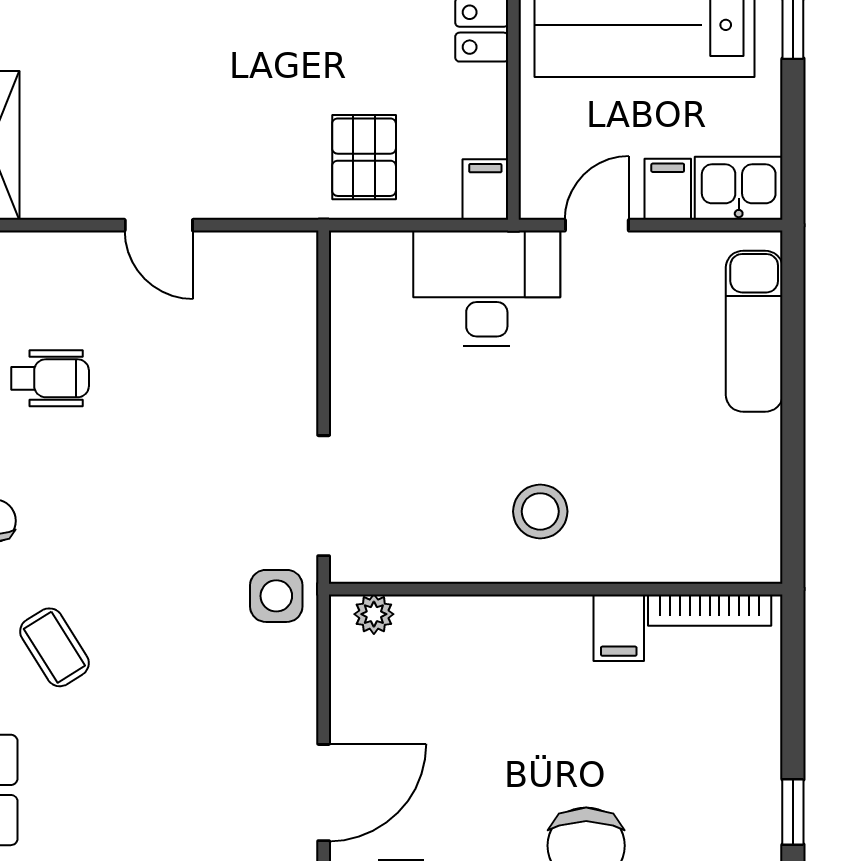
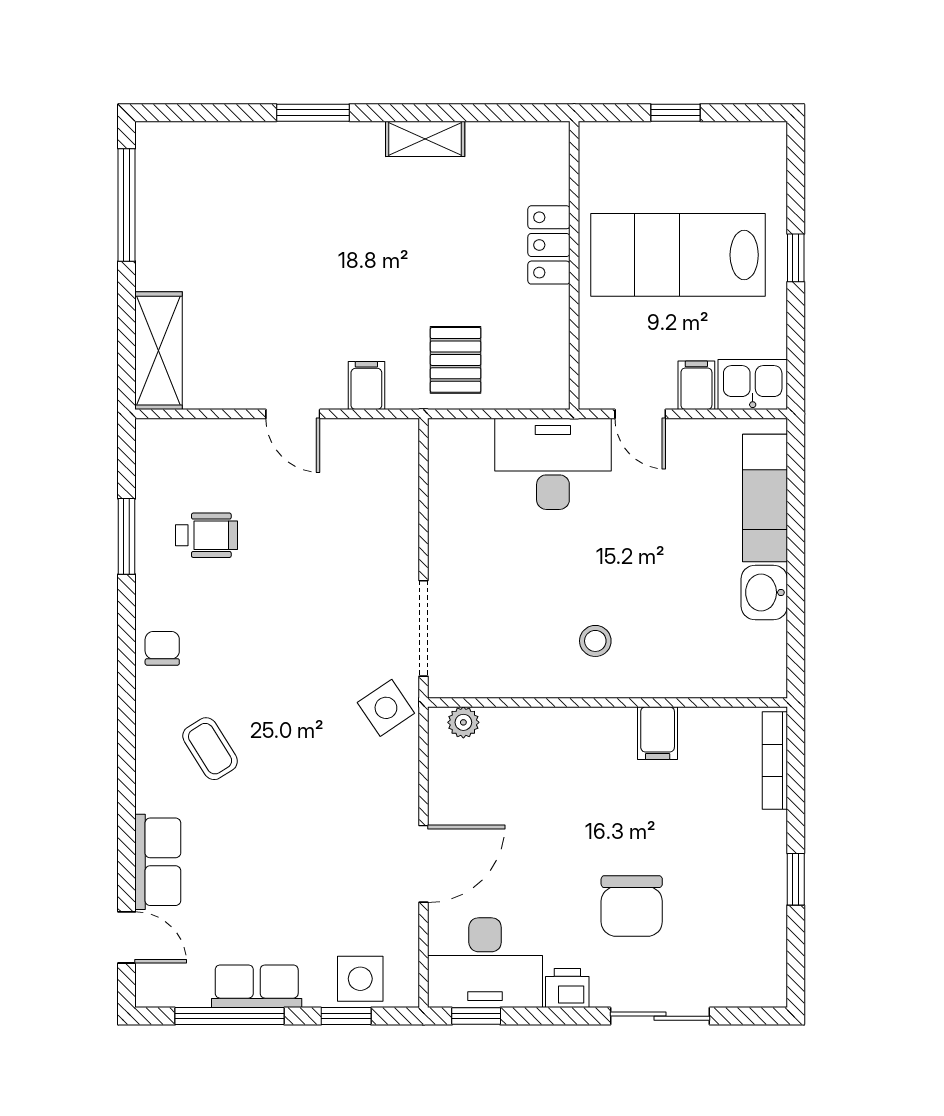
filing cabinet: (485, 190) -> (366, 386), moved
door: (597, 225) -> (640, 414), swing flipped
washbasin: (753, 450) -> (764, 592), added
stool: (540, 511) -> (595, 641), width x0.73, depth x0.73
side table: (276, 596) -> (386, 708), turned -34
bookcase: (710, 610) -> (775, 761), moved, turned 90

